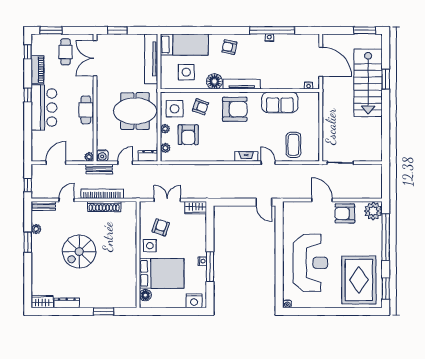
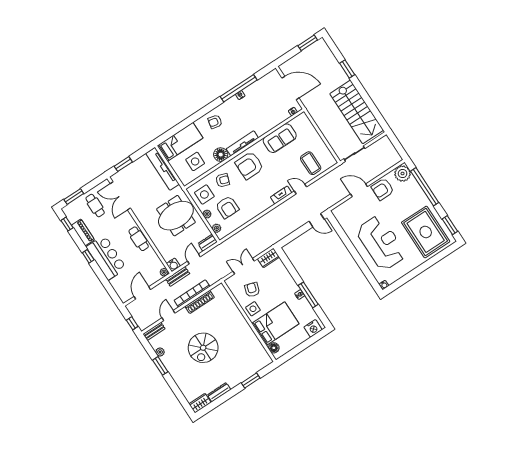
stairs: (368, 83) -> (357, 112), moved
armchair: (235, 109) -> (249, 165), turned 180

